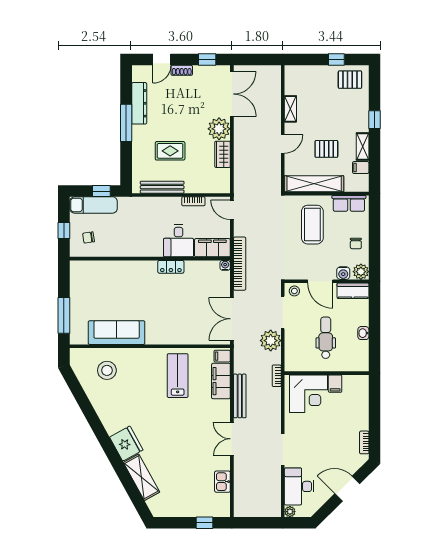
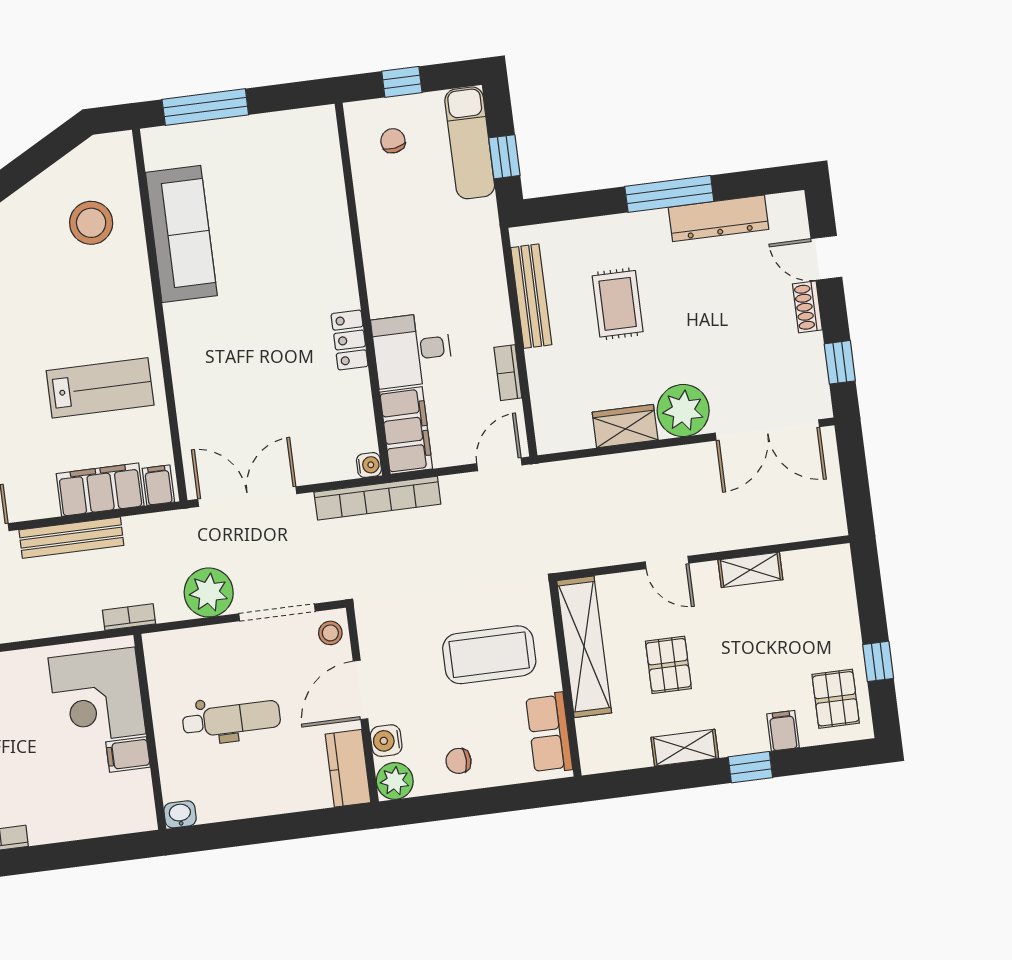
filing cabinet: (361, 168) -> (783, 731), moved
washbasin: (363, 333) -> (180, 814), moved

